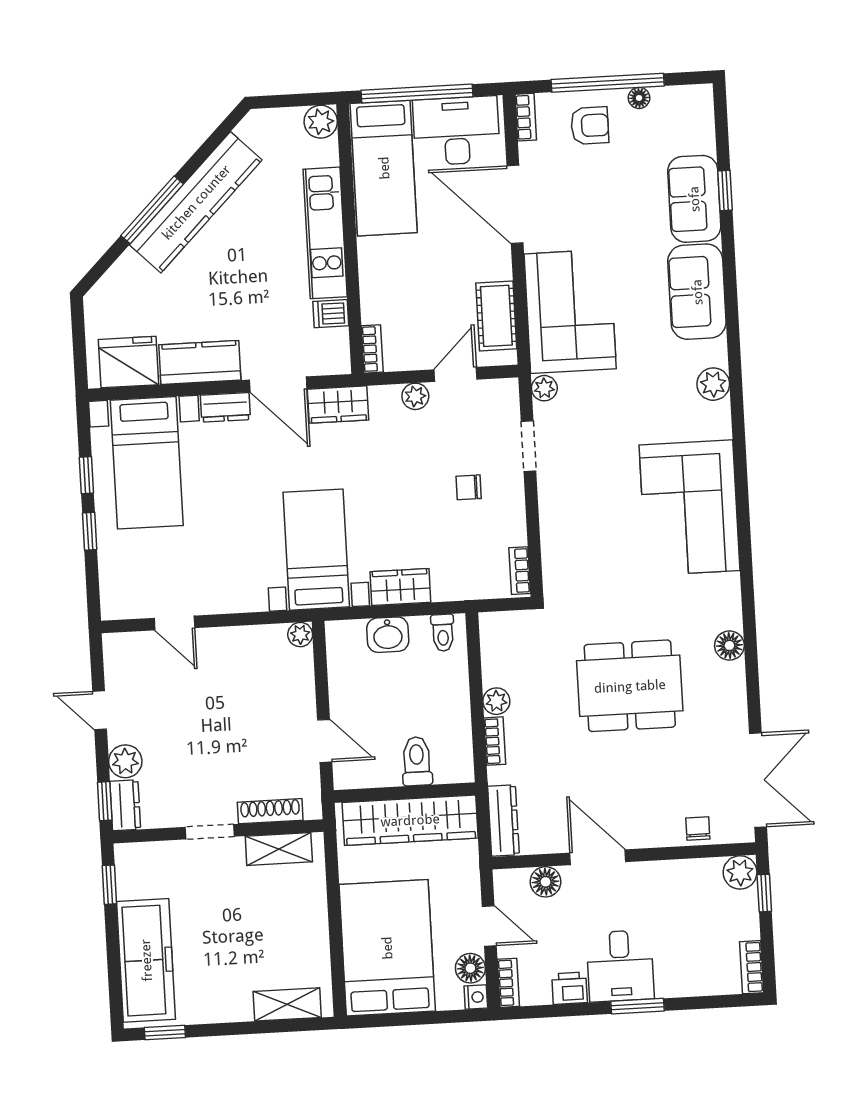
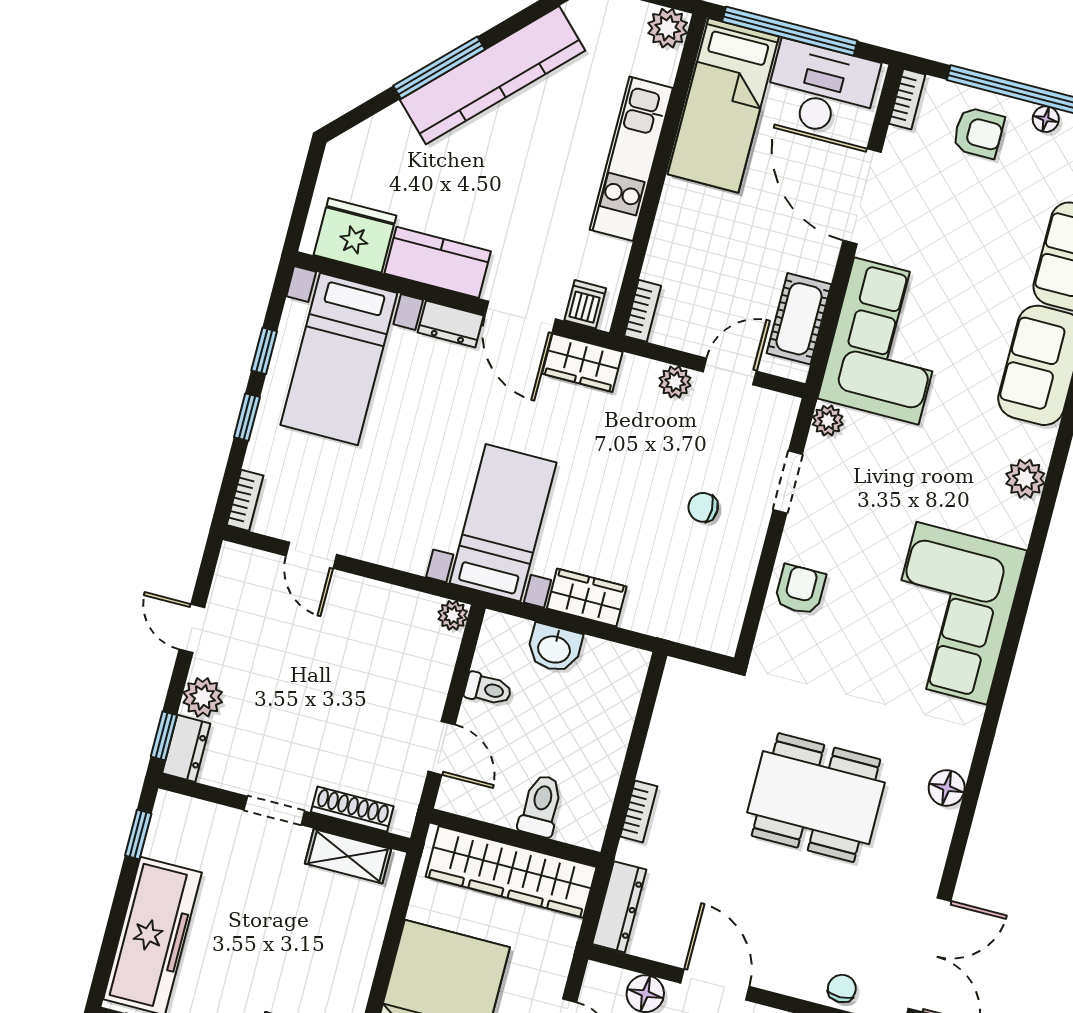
dishwasher: (331, 314) -> (585, 304), moved, turned 90
armchair: (565, 527) -> (800, 590), added
bookcase: (520, 571) -> (245, 500), moved, turned 180
toilet: (443, 633) -> (488, 689), moved, turned -90
plant: (496, 701) -> (656, 766), removed

